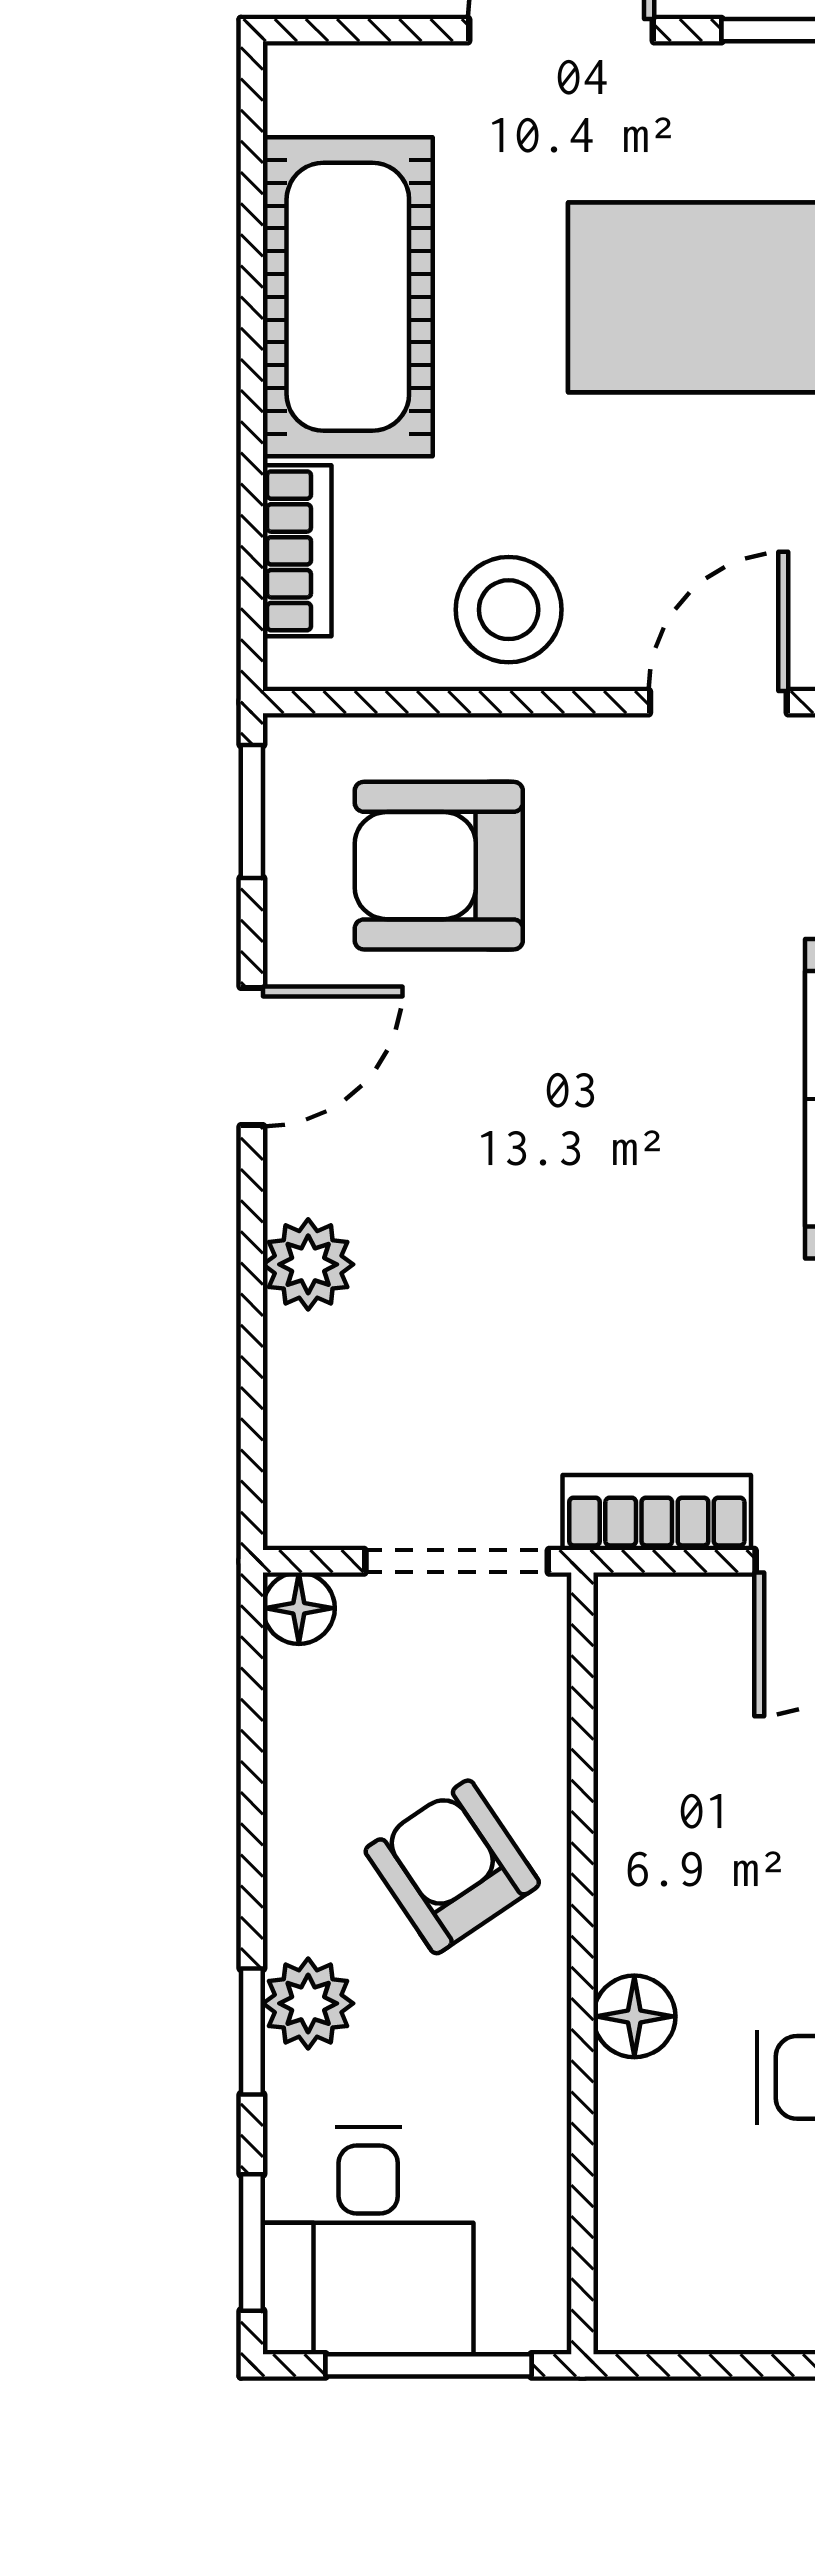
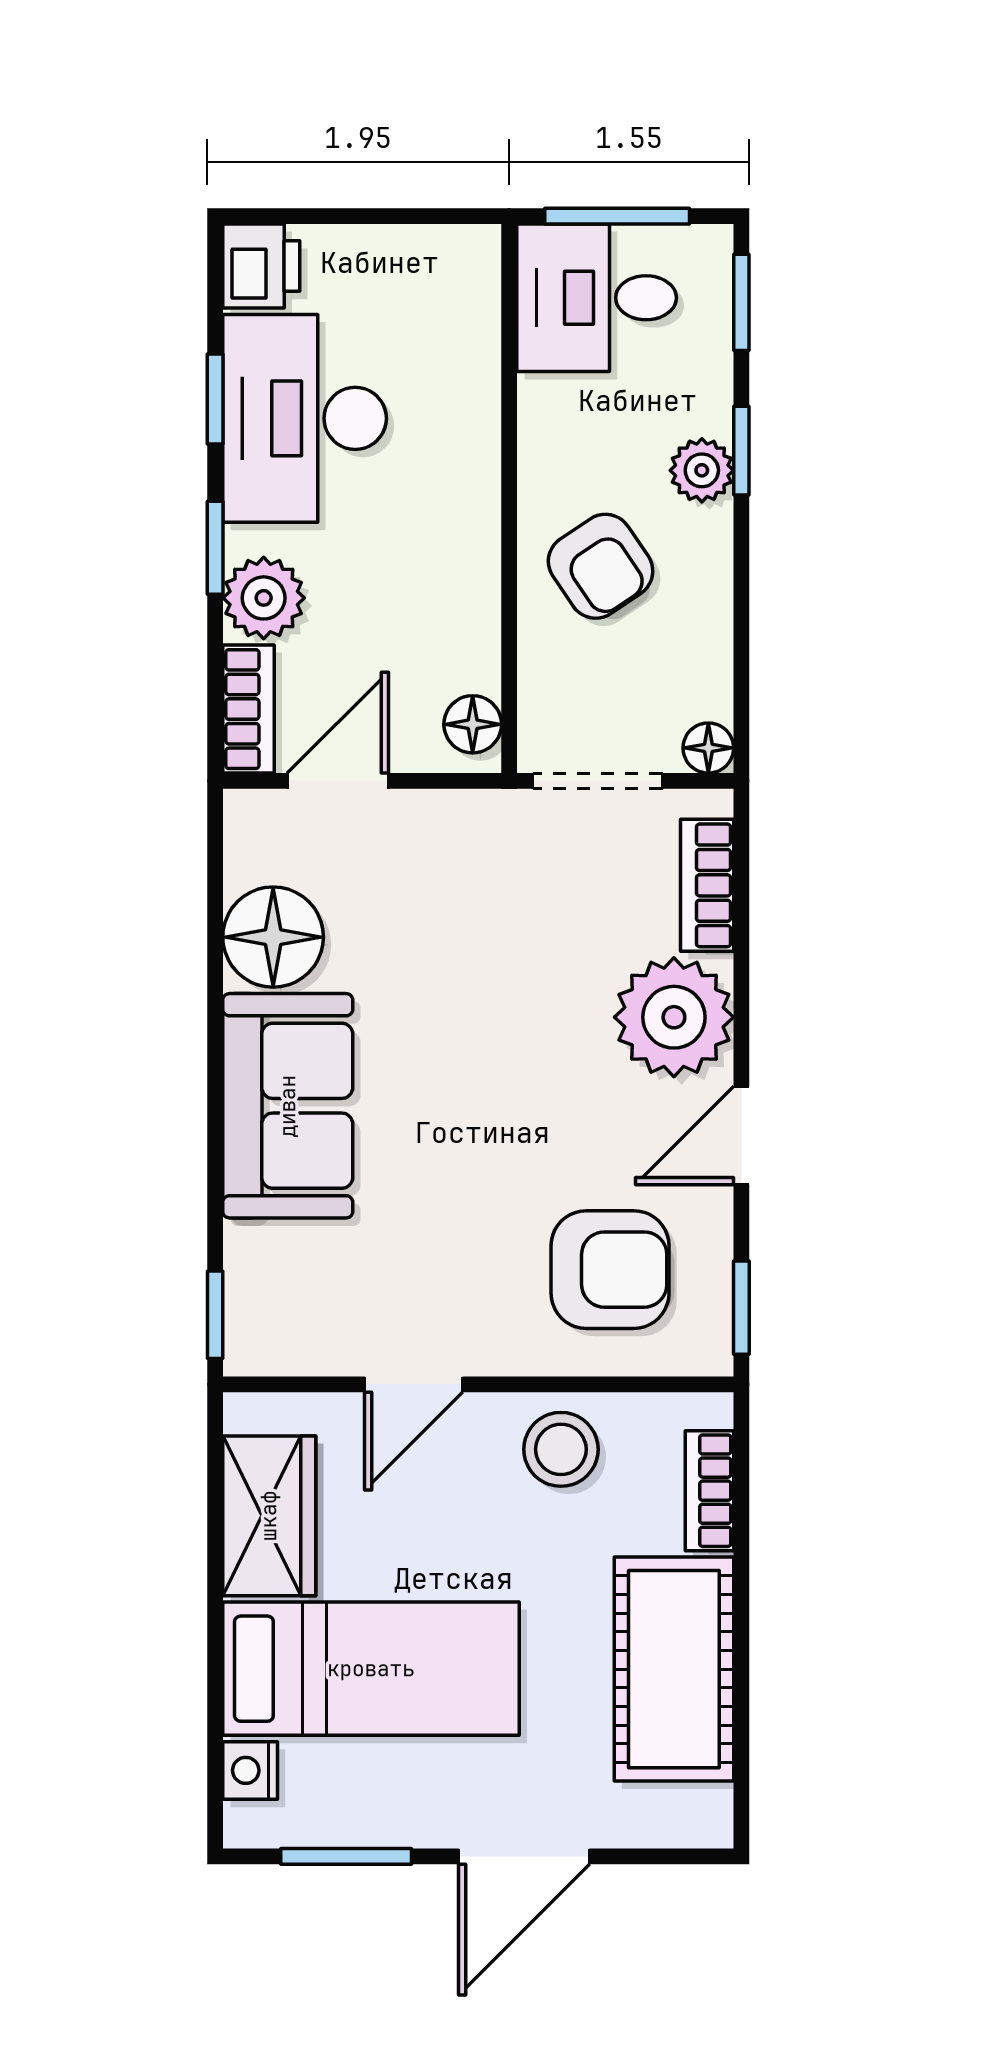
plant: (308, 1264) -> (674, 1017), width x1.88, depth x1.88
bookcase: (657, 1513) -> (707, 885), moved, turned 90
floor lamp: (634, 2016) -> (473, 724), moved
desk: (368, 2241) -> (597, 298), moved, turned -90

